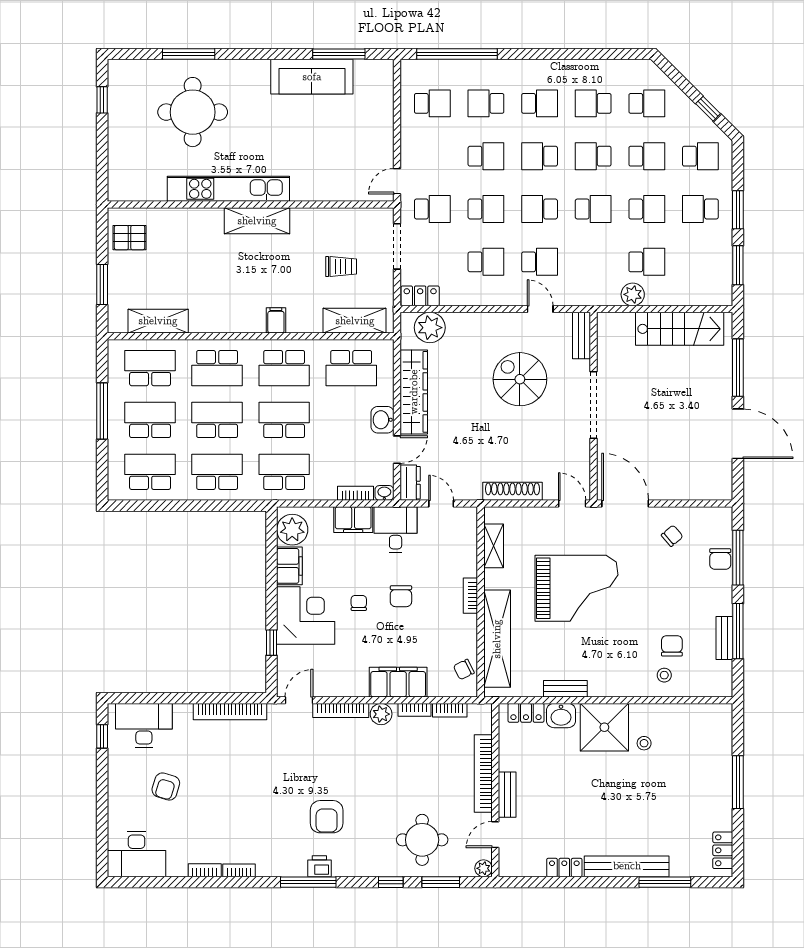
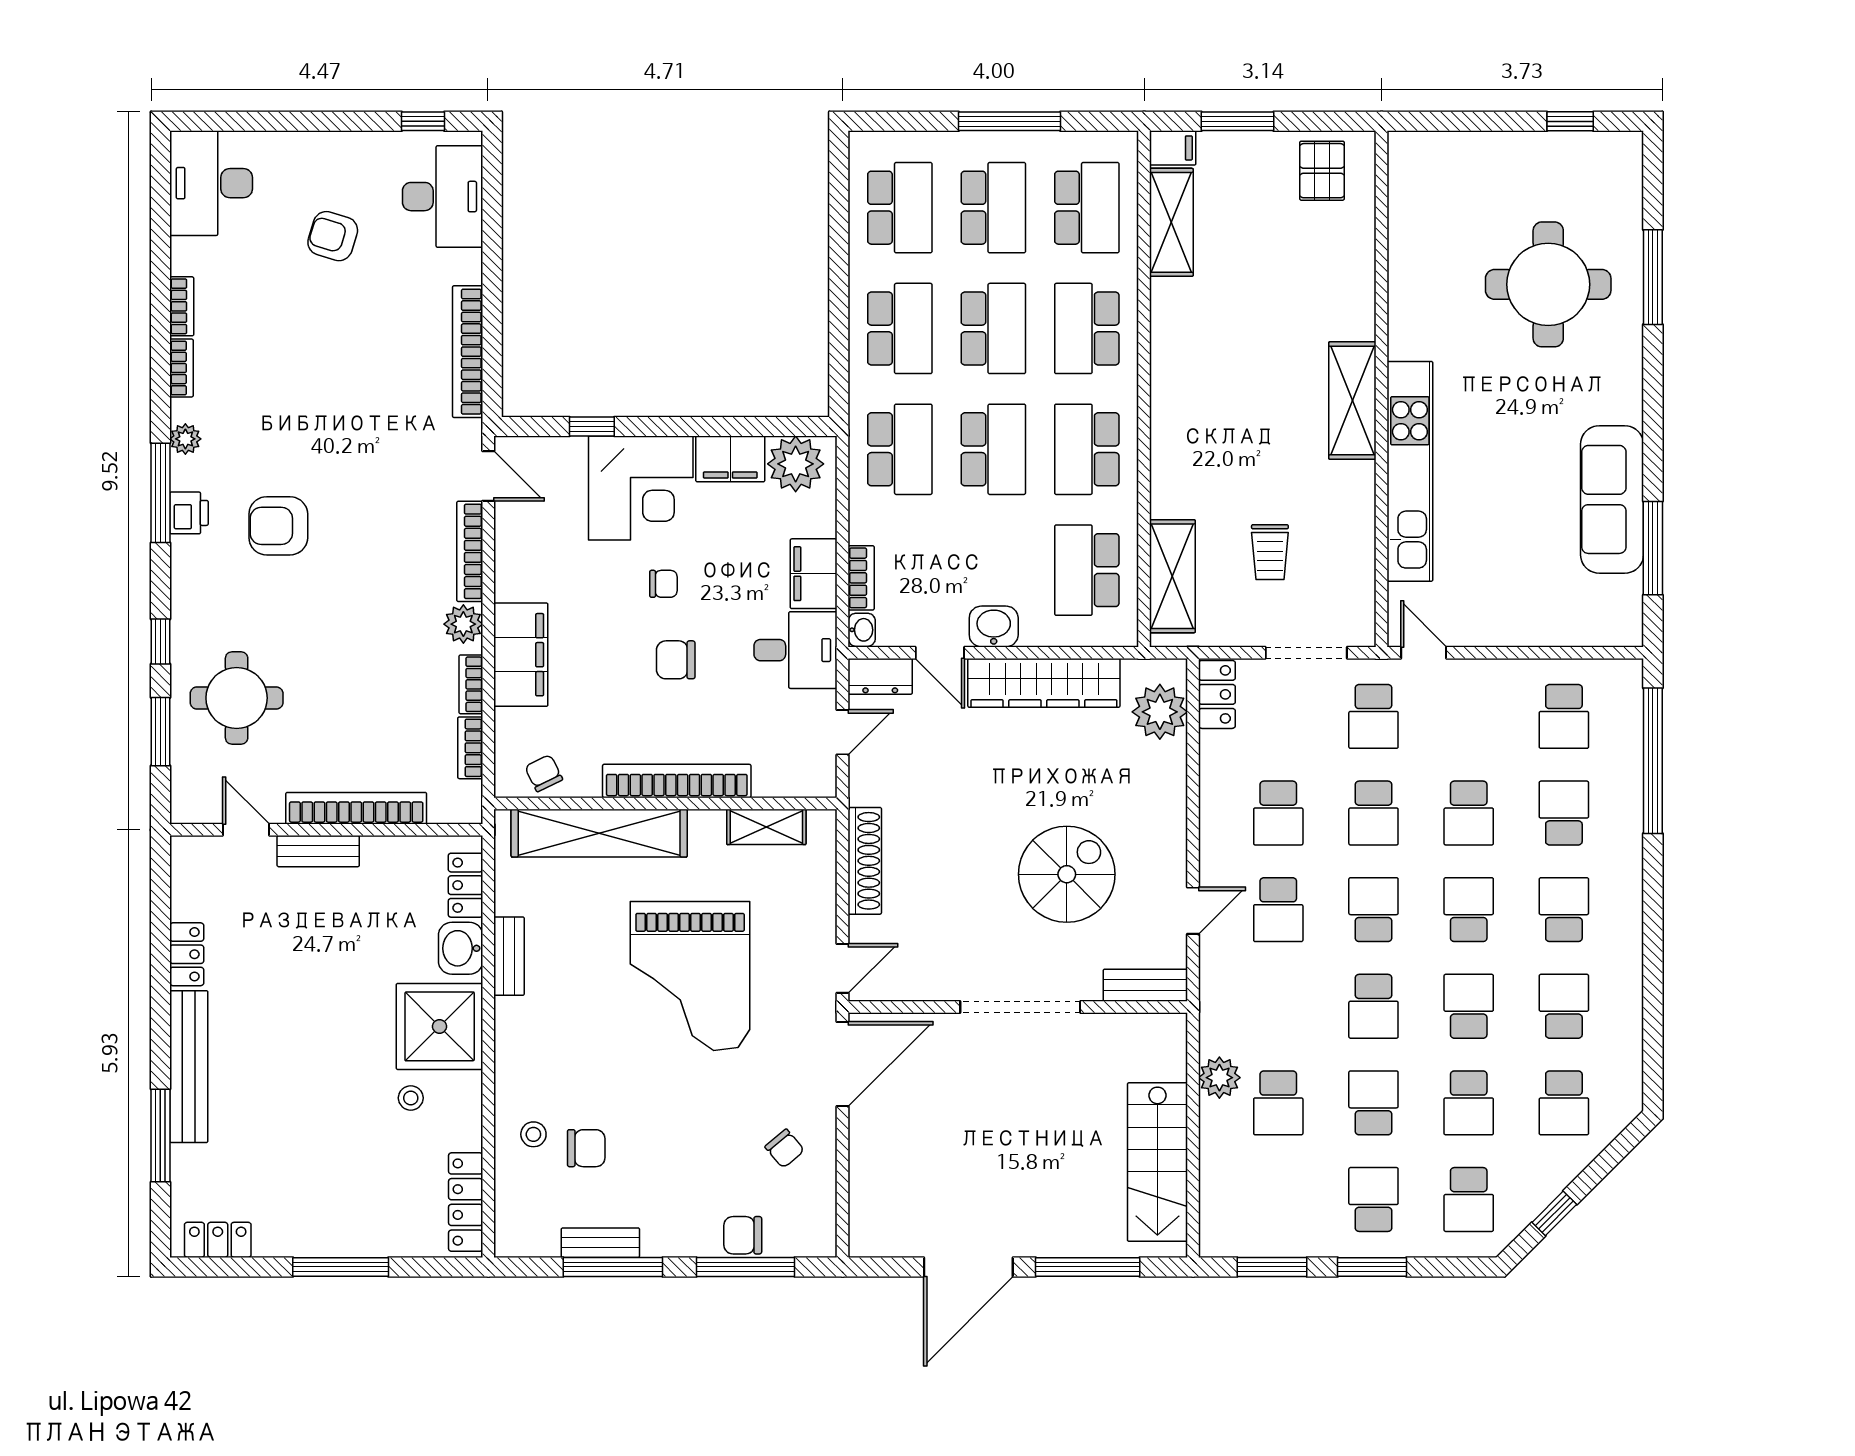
school desk: (540, 103) -> (1564, 910), turned 180
kitchen unit: (228, 189) -> (1410, 471), moved
school desk: (647, 209) -> (1373, 1103), turned 180
filing cabinet: (276, 320) -> (1173, 148), moved
bookcase: (470, 596) -> (677, 781), width x2.31, depth x1.31
locker: (702, 713) -> (466, 1202), added
plant: (484, 868) -> (185, 439), moved

